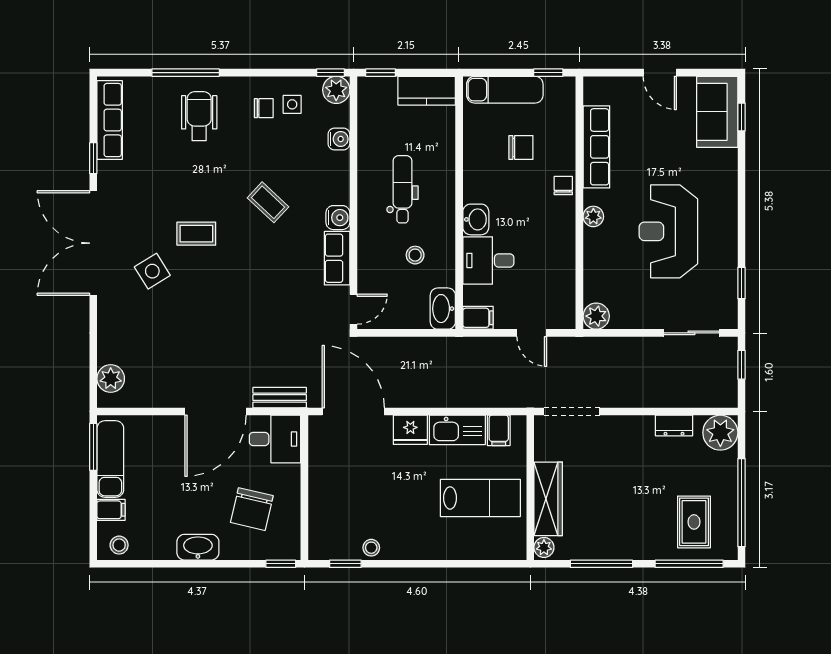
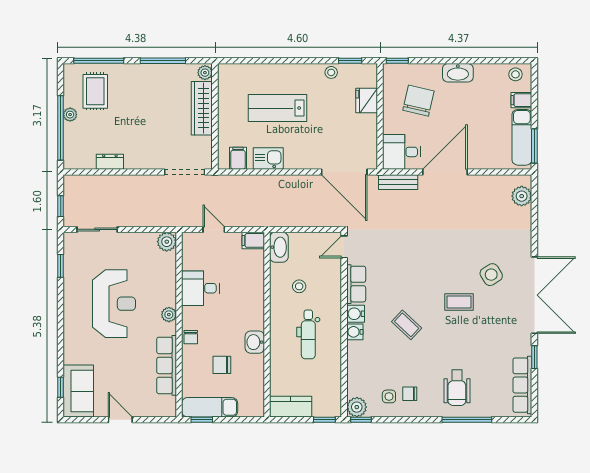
exam couch: (505, 90) -> (210, 407), moved
water cooler: (339, 139) -> (355, 332), moved
washbasin: (476, 219) -> (255, 342), moved
desk: (488, 260) -> (200, 288), moved, turned 180
fridge: (410, 430) -> (367, 101), moved, turned -90
kitchen sink: (457, 430) -> (268, 159), width x0.73
plant: (720, 433) -> (70, 115), moved, width x0.53, depth x0.53
lab bench: (480, 498) -> (278, 108), moved
window: (742, 503) -> (61, 128), moved

